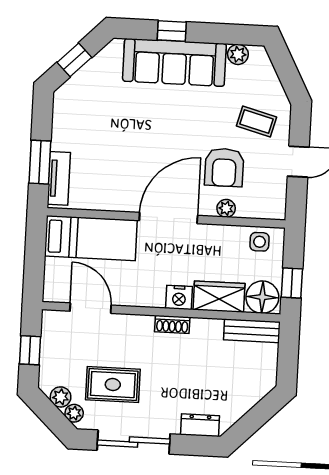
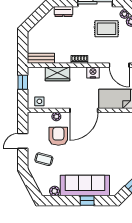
nightstand: (179, 297) -> (93, 72), moved
floor lamp: (262, 297) -> (37, 75), removed

